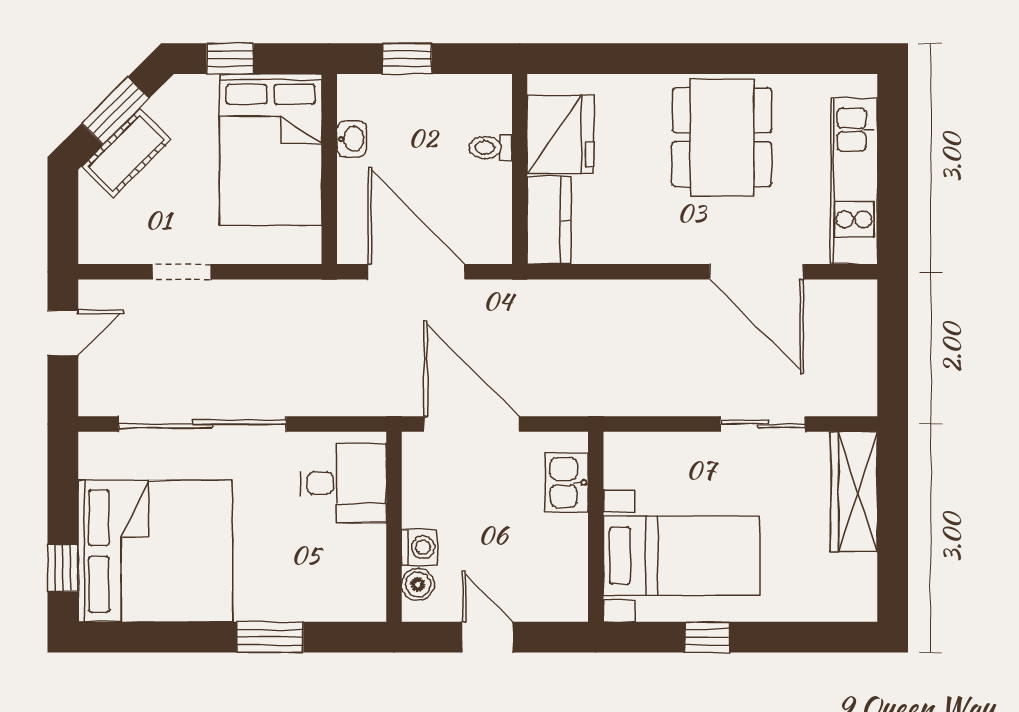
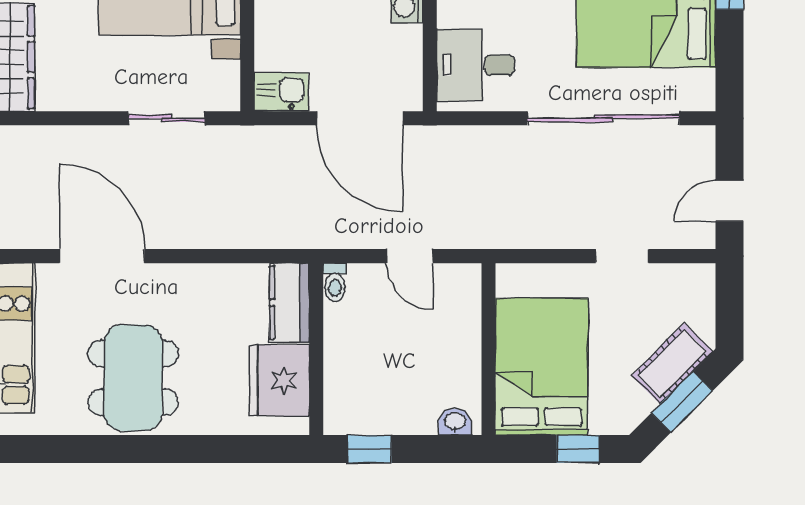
window: (407, 59) -> (369, 449), moved
washbasin: (352, 139) -> (455, 422), moved, turned 90
toilet: (491, 148) -> (335, 282), moved, turned 90
door: (416, 272) -> (410, 256), width x0.53
sliding door: (763, 424) -> (167, 118), moved
kitchen sink: (567, 482) -> (281, 92), moved, turned -90

